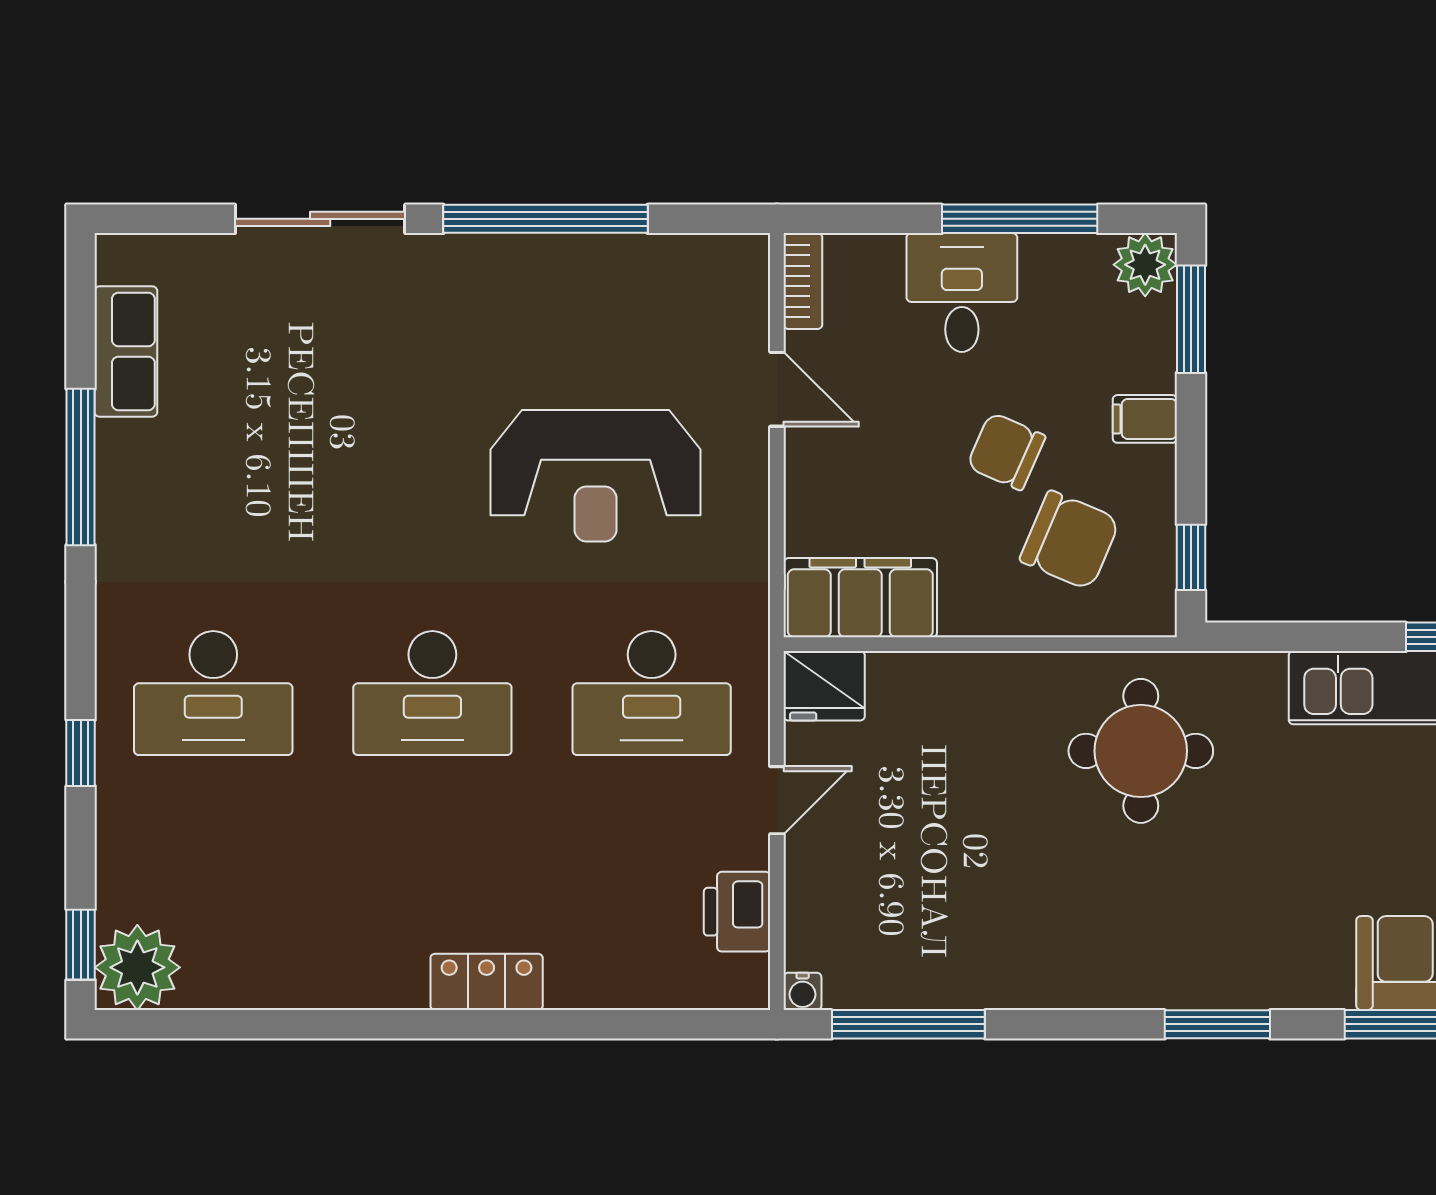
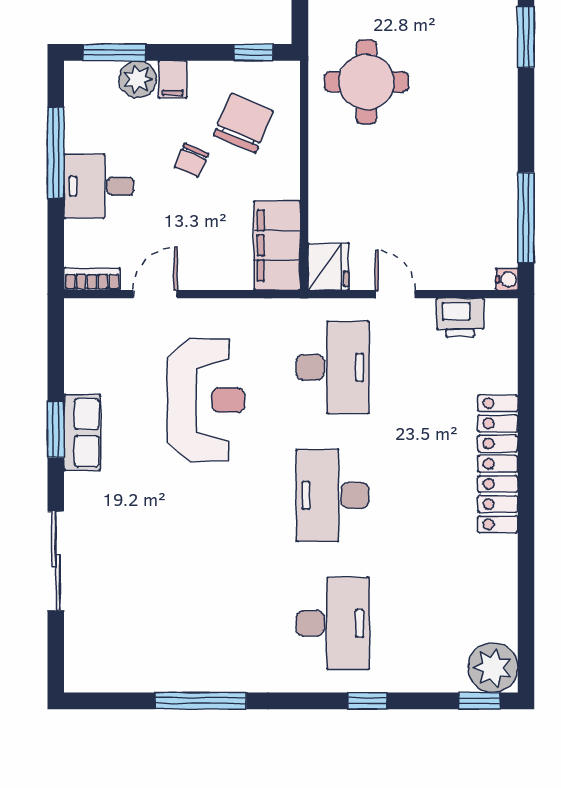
window: (546, 219) -> (56, 429), width x0.47
plant: (1145, 265) -> (137, 79), moved
row of seats: (126, 351) -> (82, 432), moved, turned 90
chair: (1006, 451) -> (191, 160), width x0.73, depth x0.73
desk: (432, 693) -> (333, 495), turned 180
locker: (487, 982) -> (498, 464), width x2.16, depth x1.21

